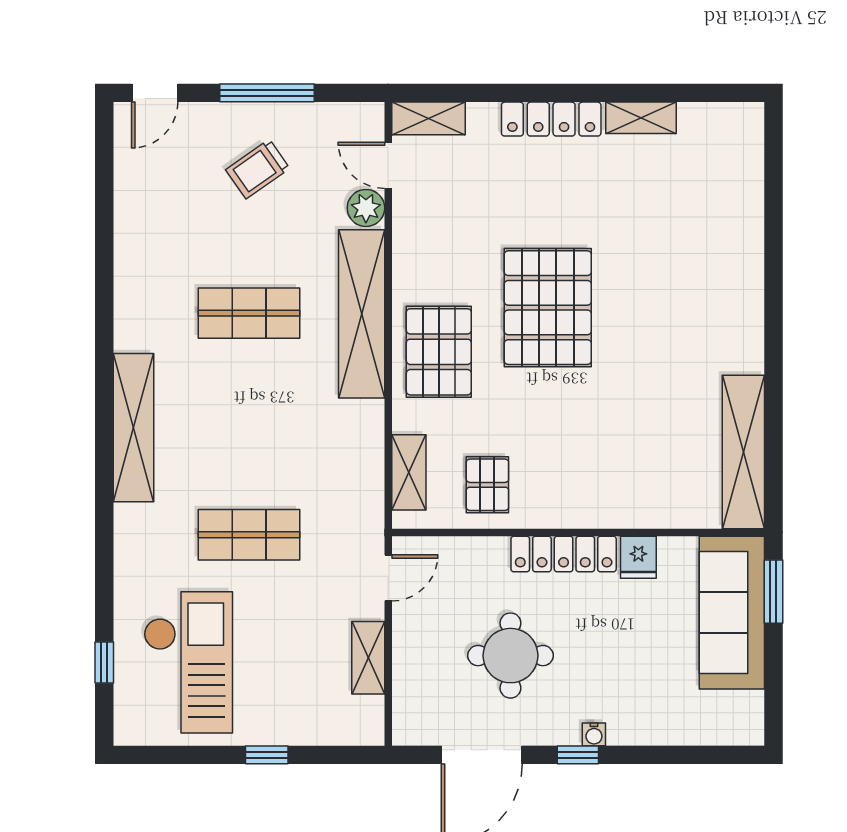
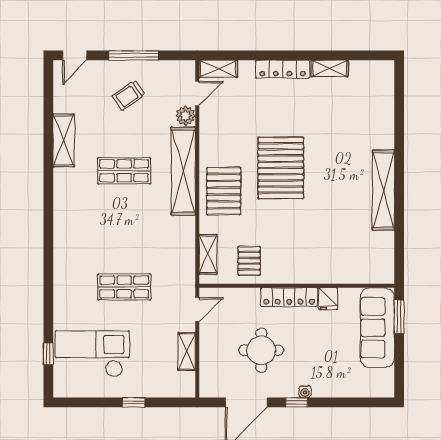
door: (388, 165) -> (197, 93), swing flipped
shelving: (133, 428) -> (64, 140), moved, width x0.68
shelving: (743, 452) -> (383, 190), moved
checkout: (188, 662) -> (92, 354), turned -90

